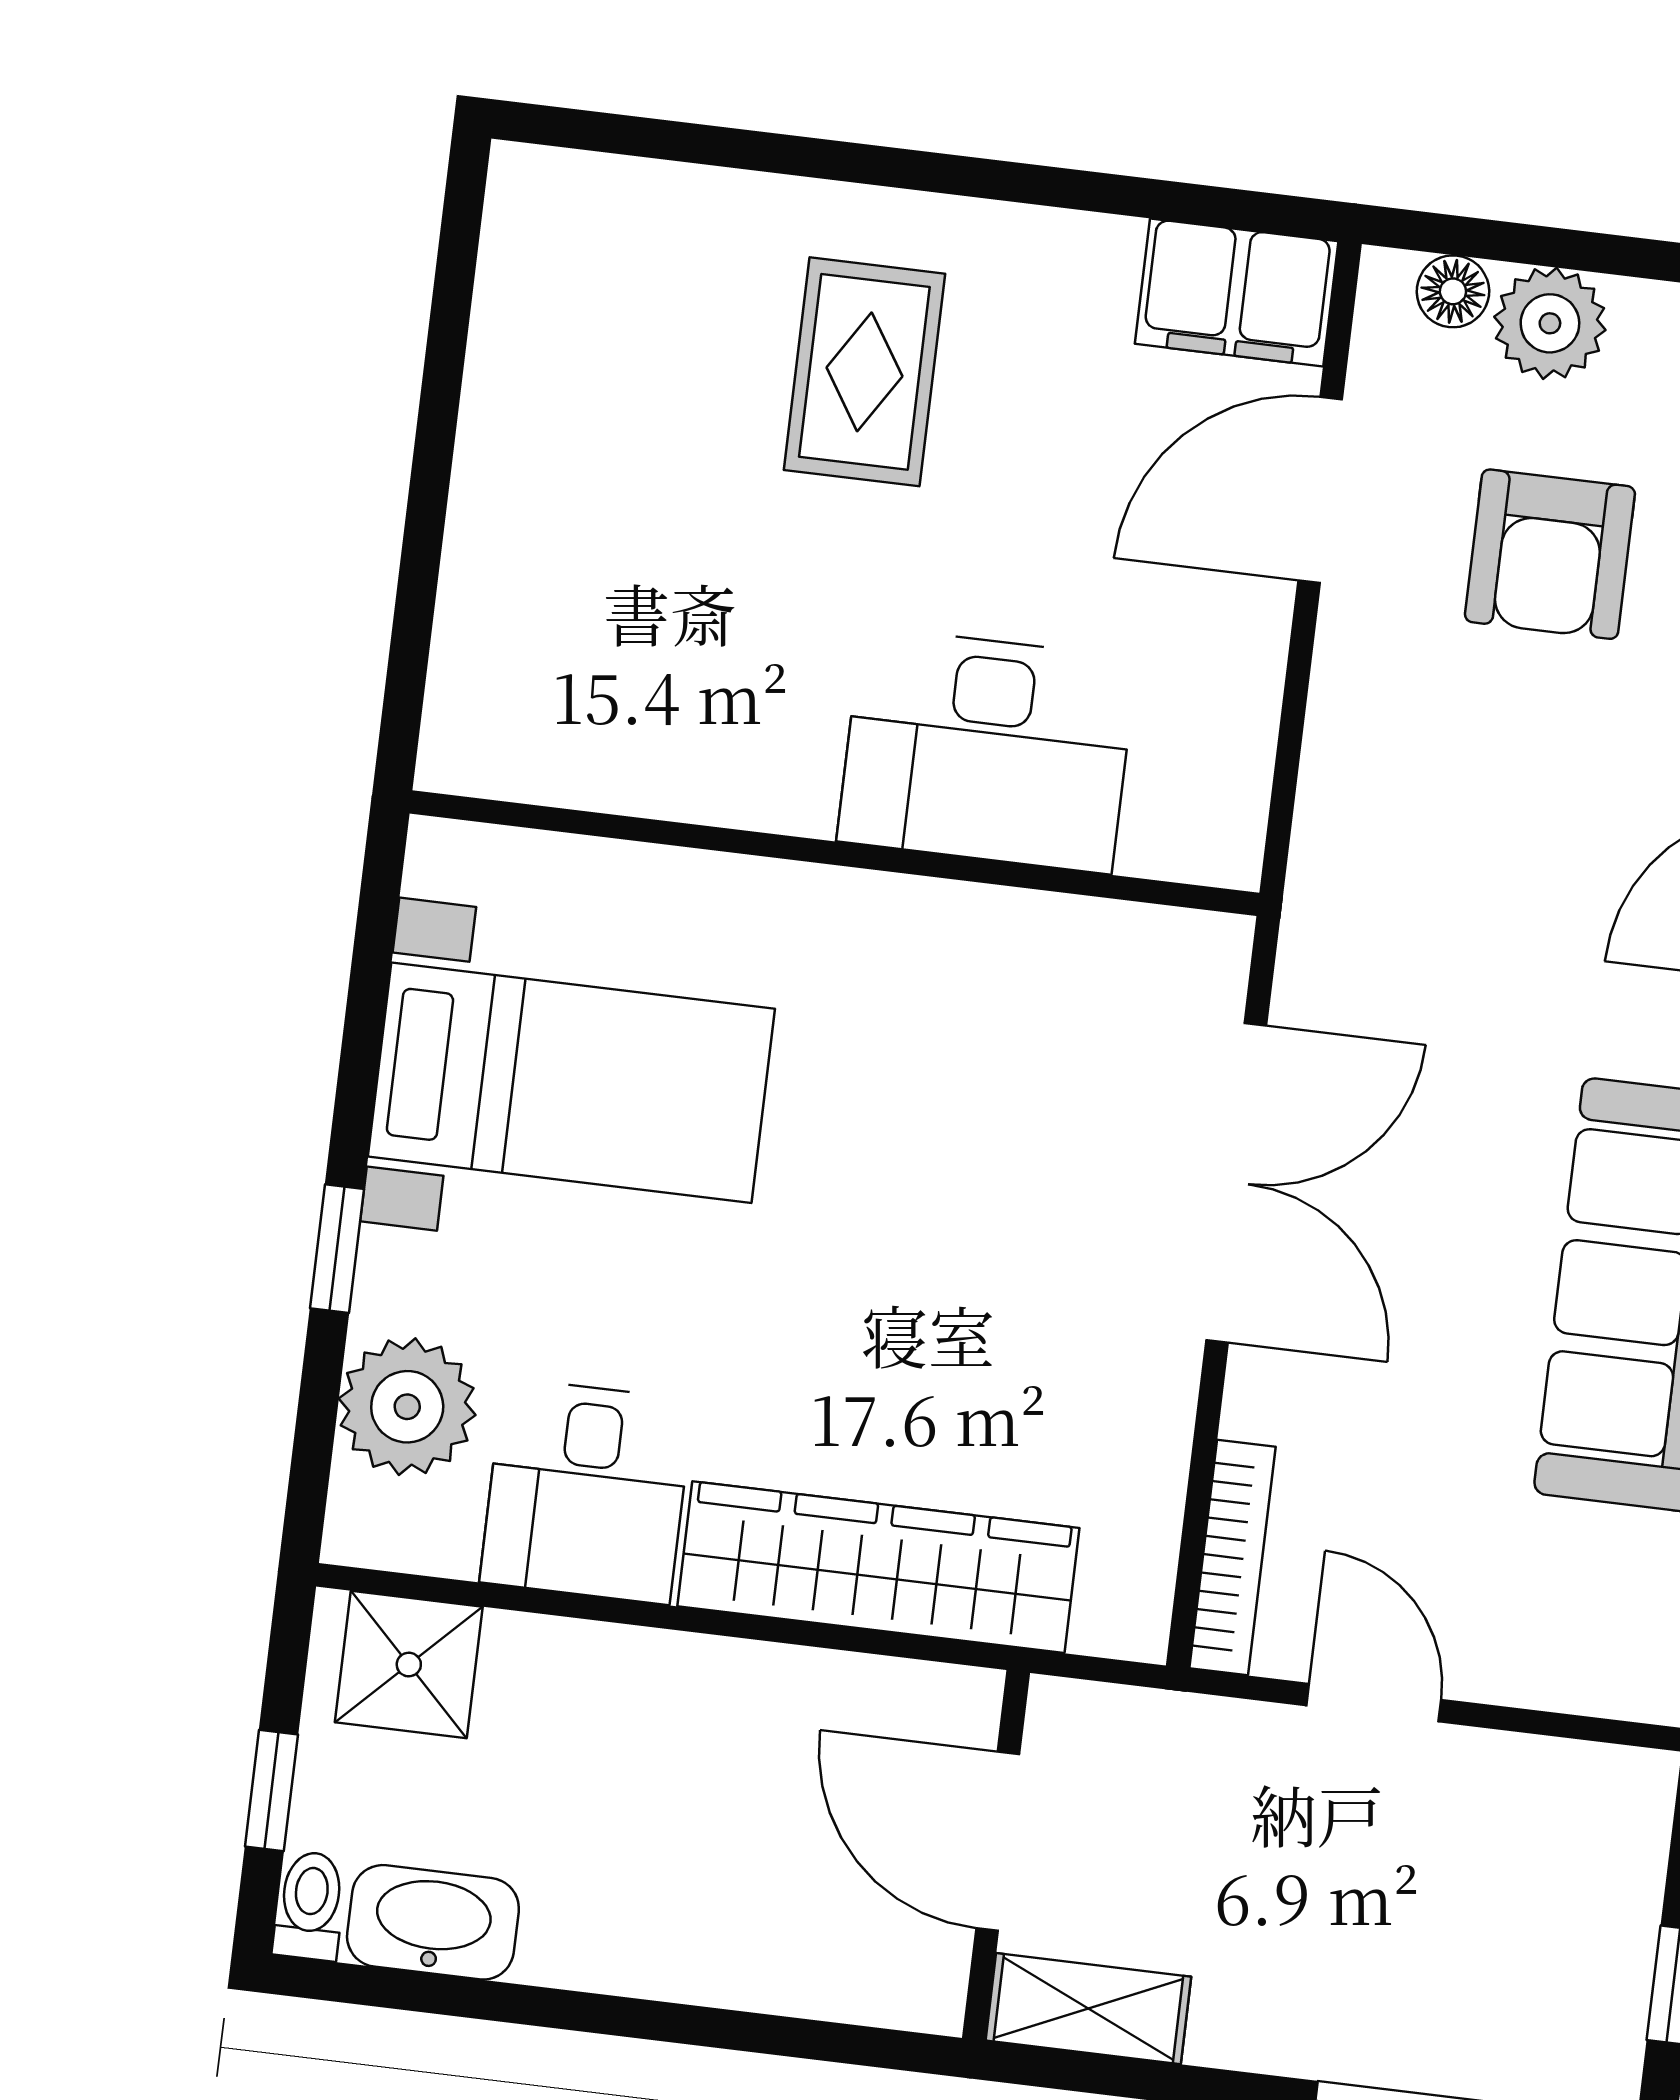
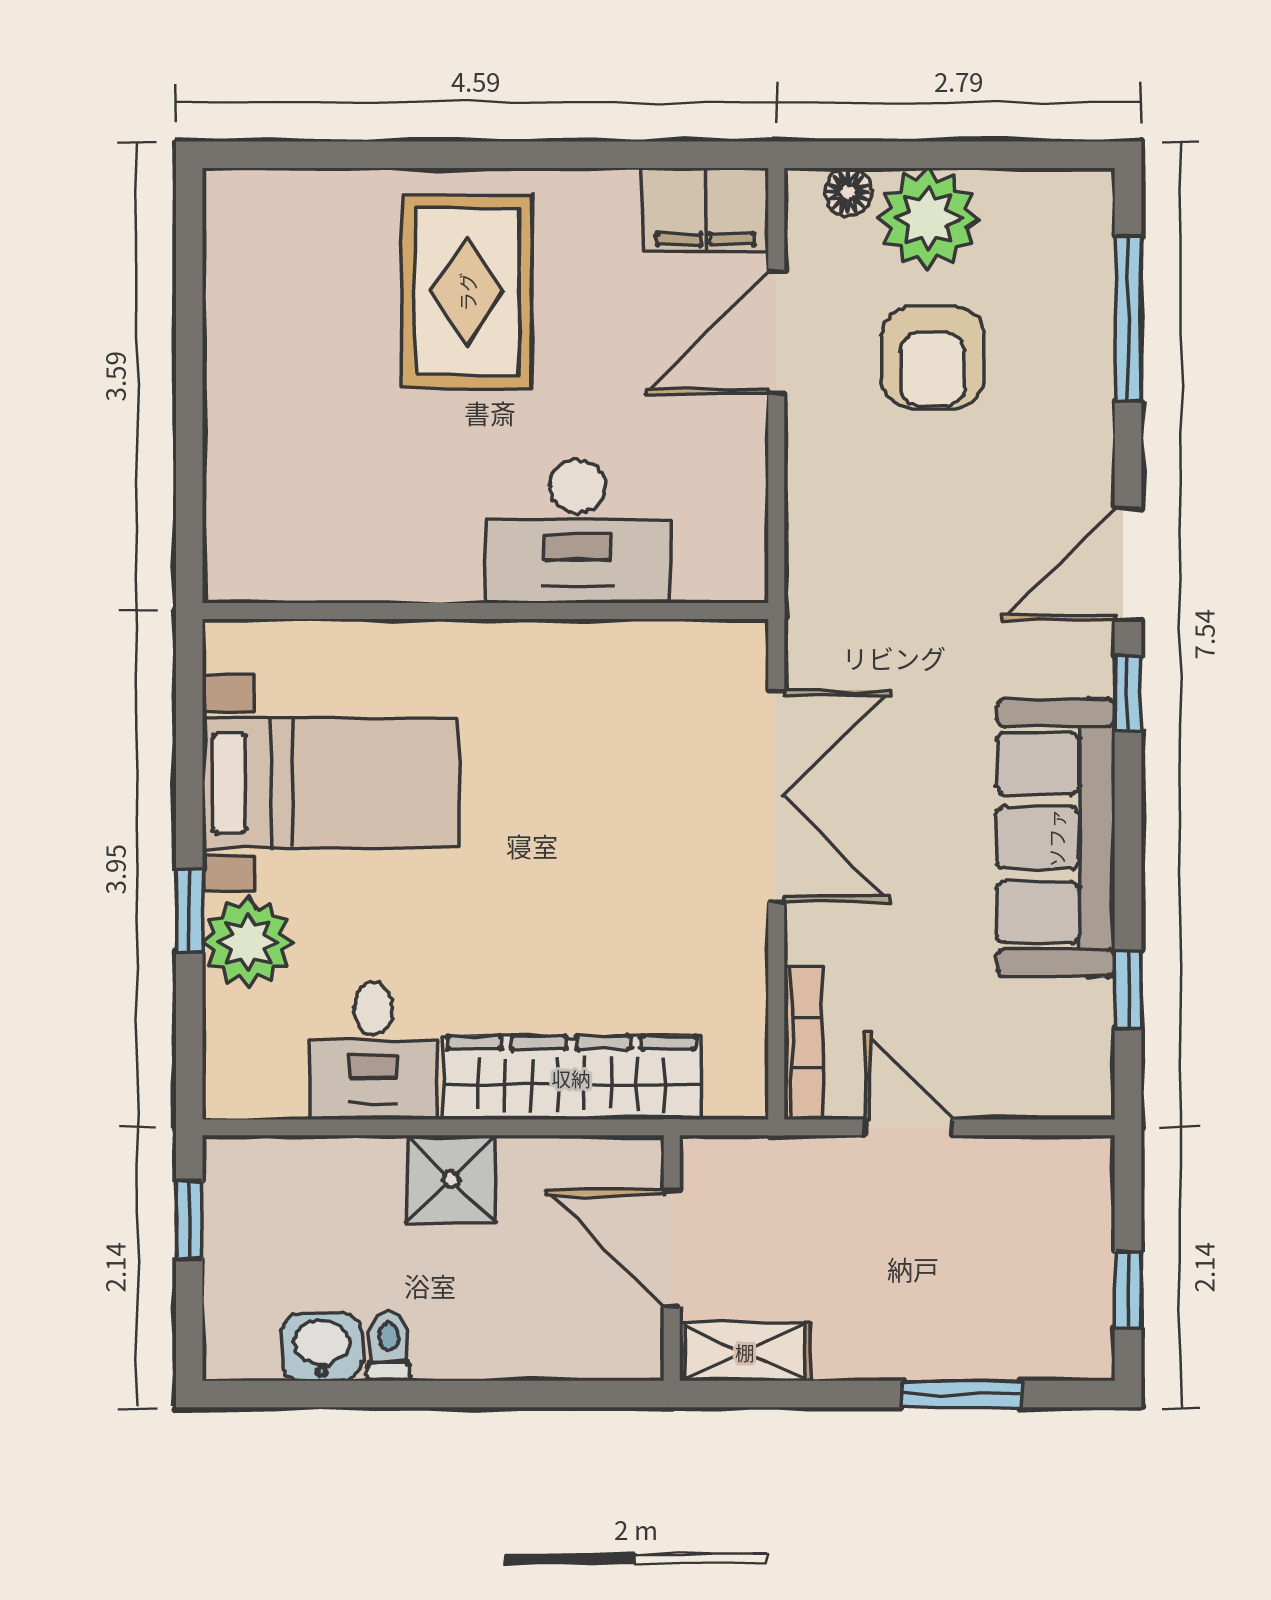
plant: (1550, 323) -> (928, 219), width x1.36, depth x1.36
rug: (864, 372) -> (467, 292), width x1.36, depth x1.43
plant: (407, 1407) -> (248, 942), moved
shower: (409, 1665) -> (451, 1179), moved
window: (271, 1790) -> (189, 1220), moved
toilet: (310, 1906) -> (388, 1346), moved
washbasin: (433, 1922) -> (322, 1347), width x0.72

